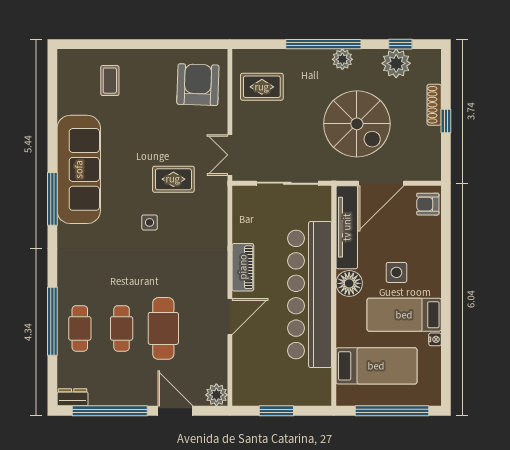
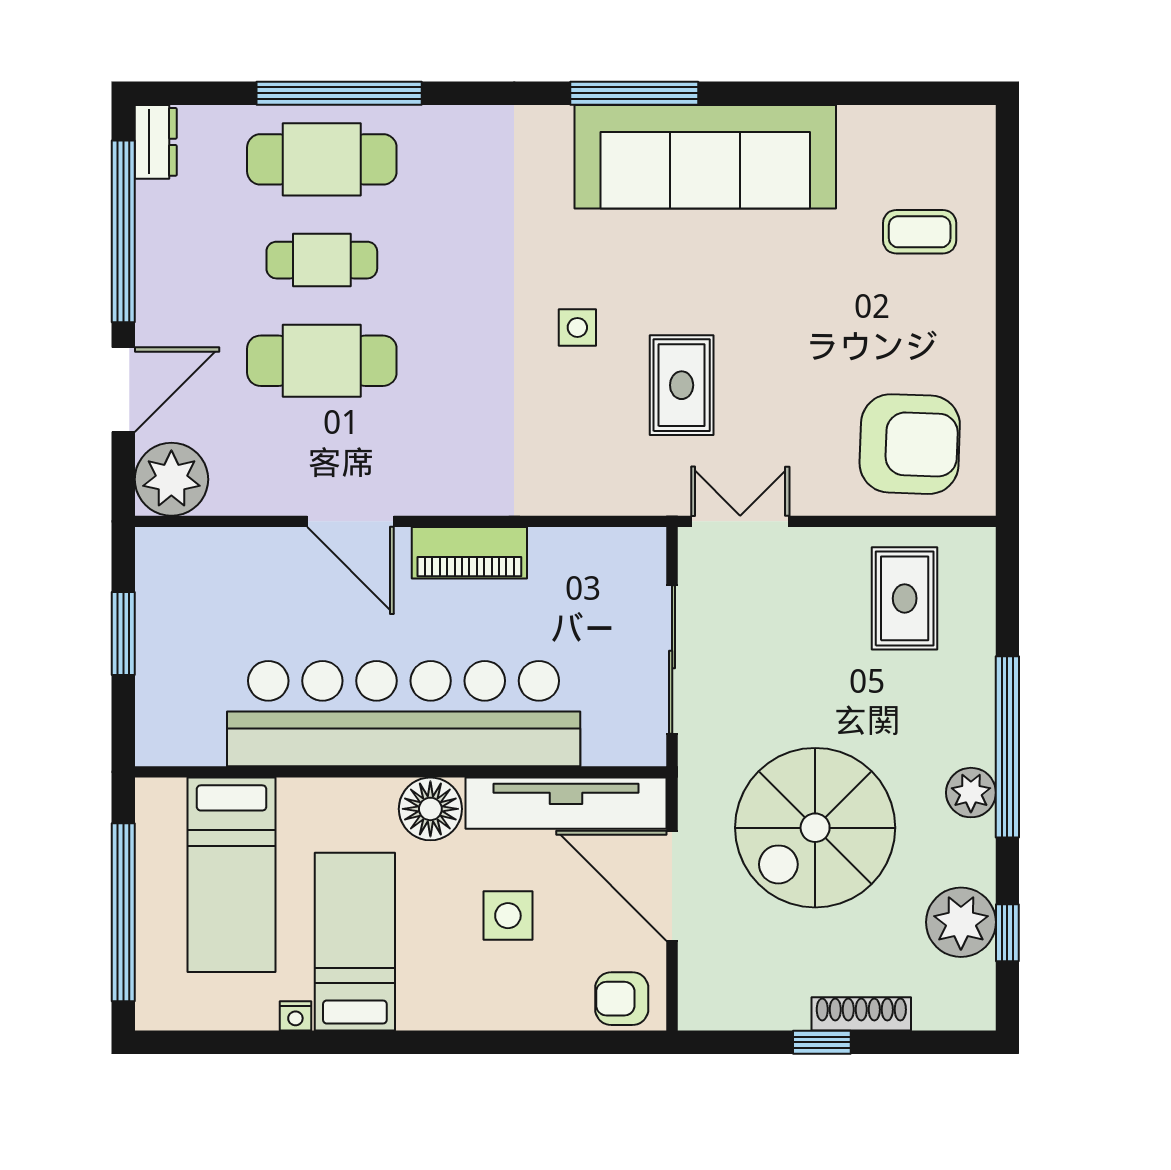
armchair: (428, 204) -> (622, 999), turned -90
side table: (396, 272) -> (508, 916), moved
cafe table: (80, 328) -> (322, 159), width x1.37, depth x1.35
plant: (216, 395) -> (171, 479), width x1.36, depth x1.36

